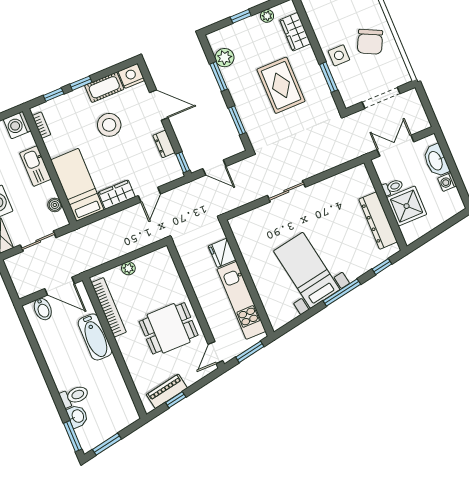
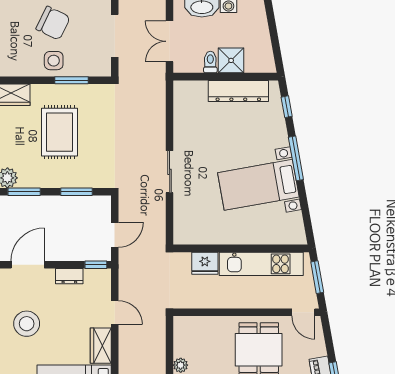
rug: (281, 85) -> (59, 132), turned 90
shower: (407, 206) -> (231, 60), width x0.73, depth x0.73

